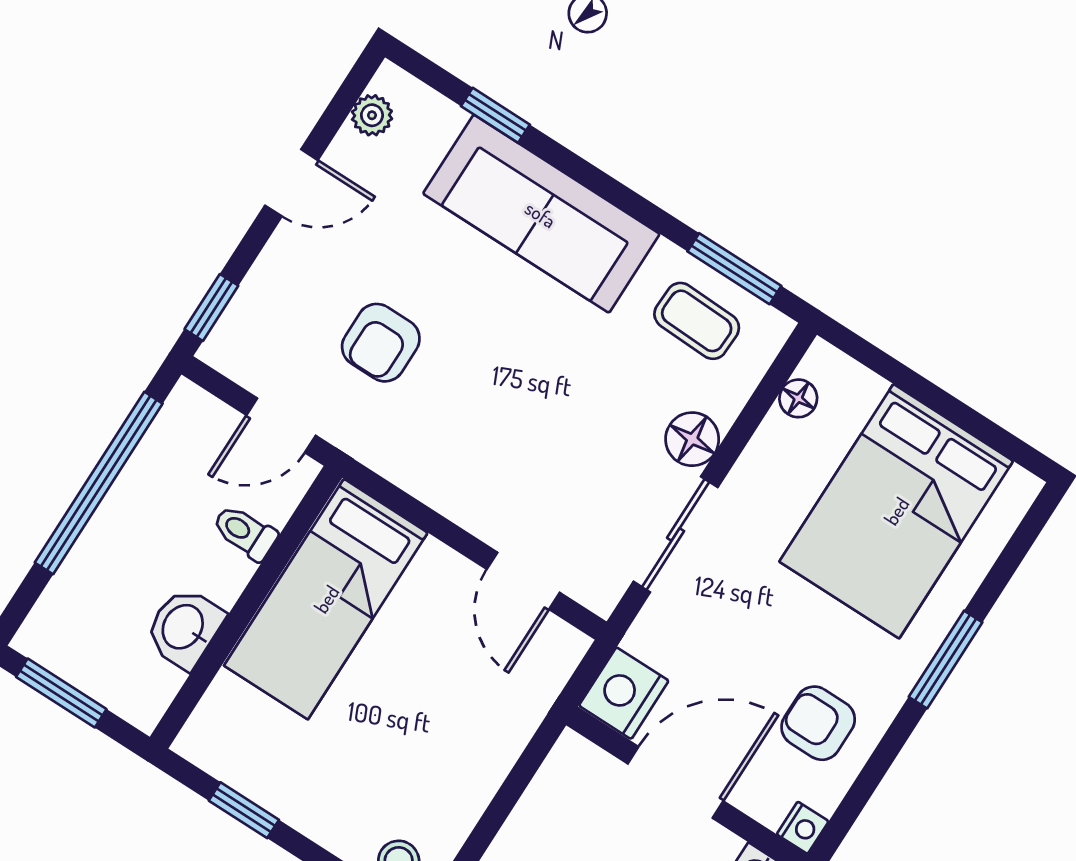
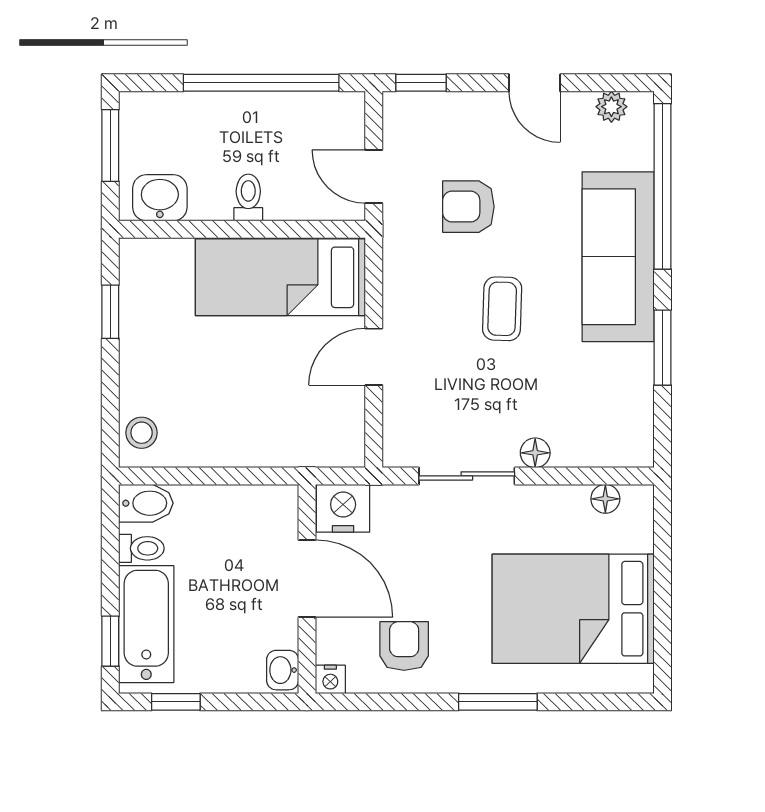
window: (495, 115) -> (662, 186), width x3.17
window: (734, 269) -> (662, 348), moved
coffee table: (697, 321) -> (502, 309), moved
floor lamp: (692, 439) -> (535, 453), width x0.73, depth x0.73
toilet: (245, 532) -> (248, 197), moved
door: (523, 581) -> (374, 357), moved
washbasin: (184, 628) -> (160, 198), moved

